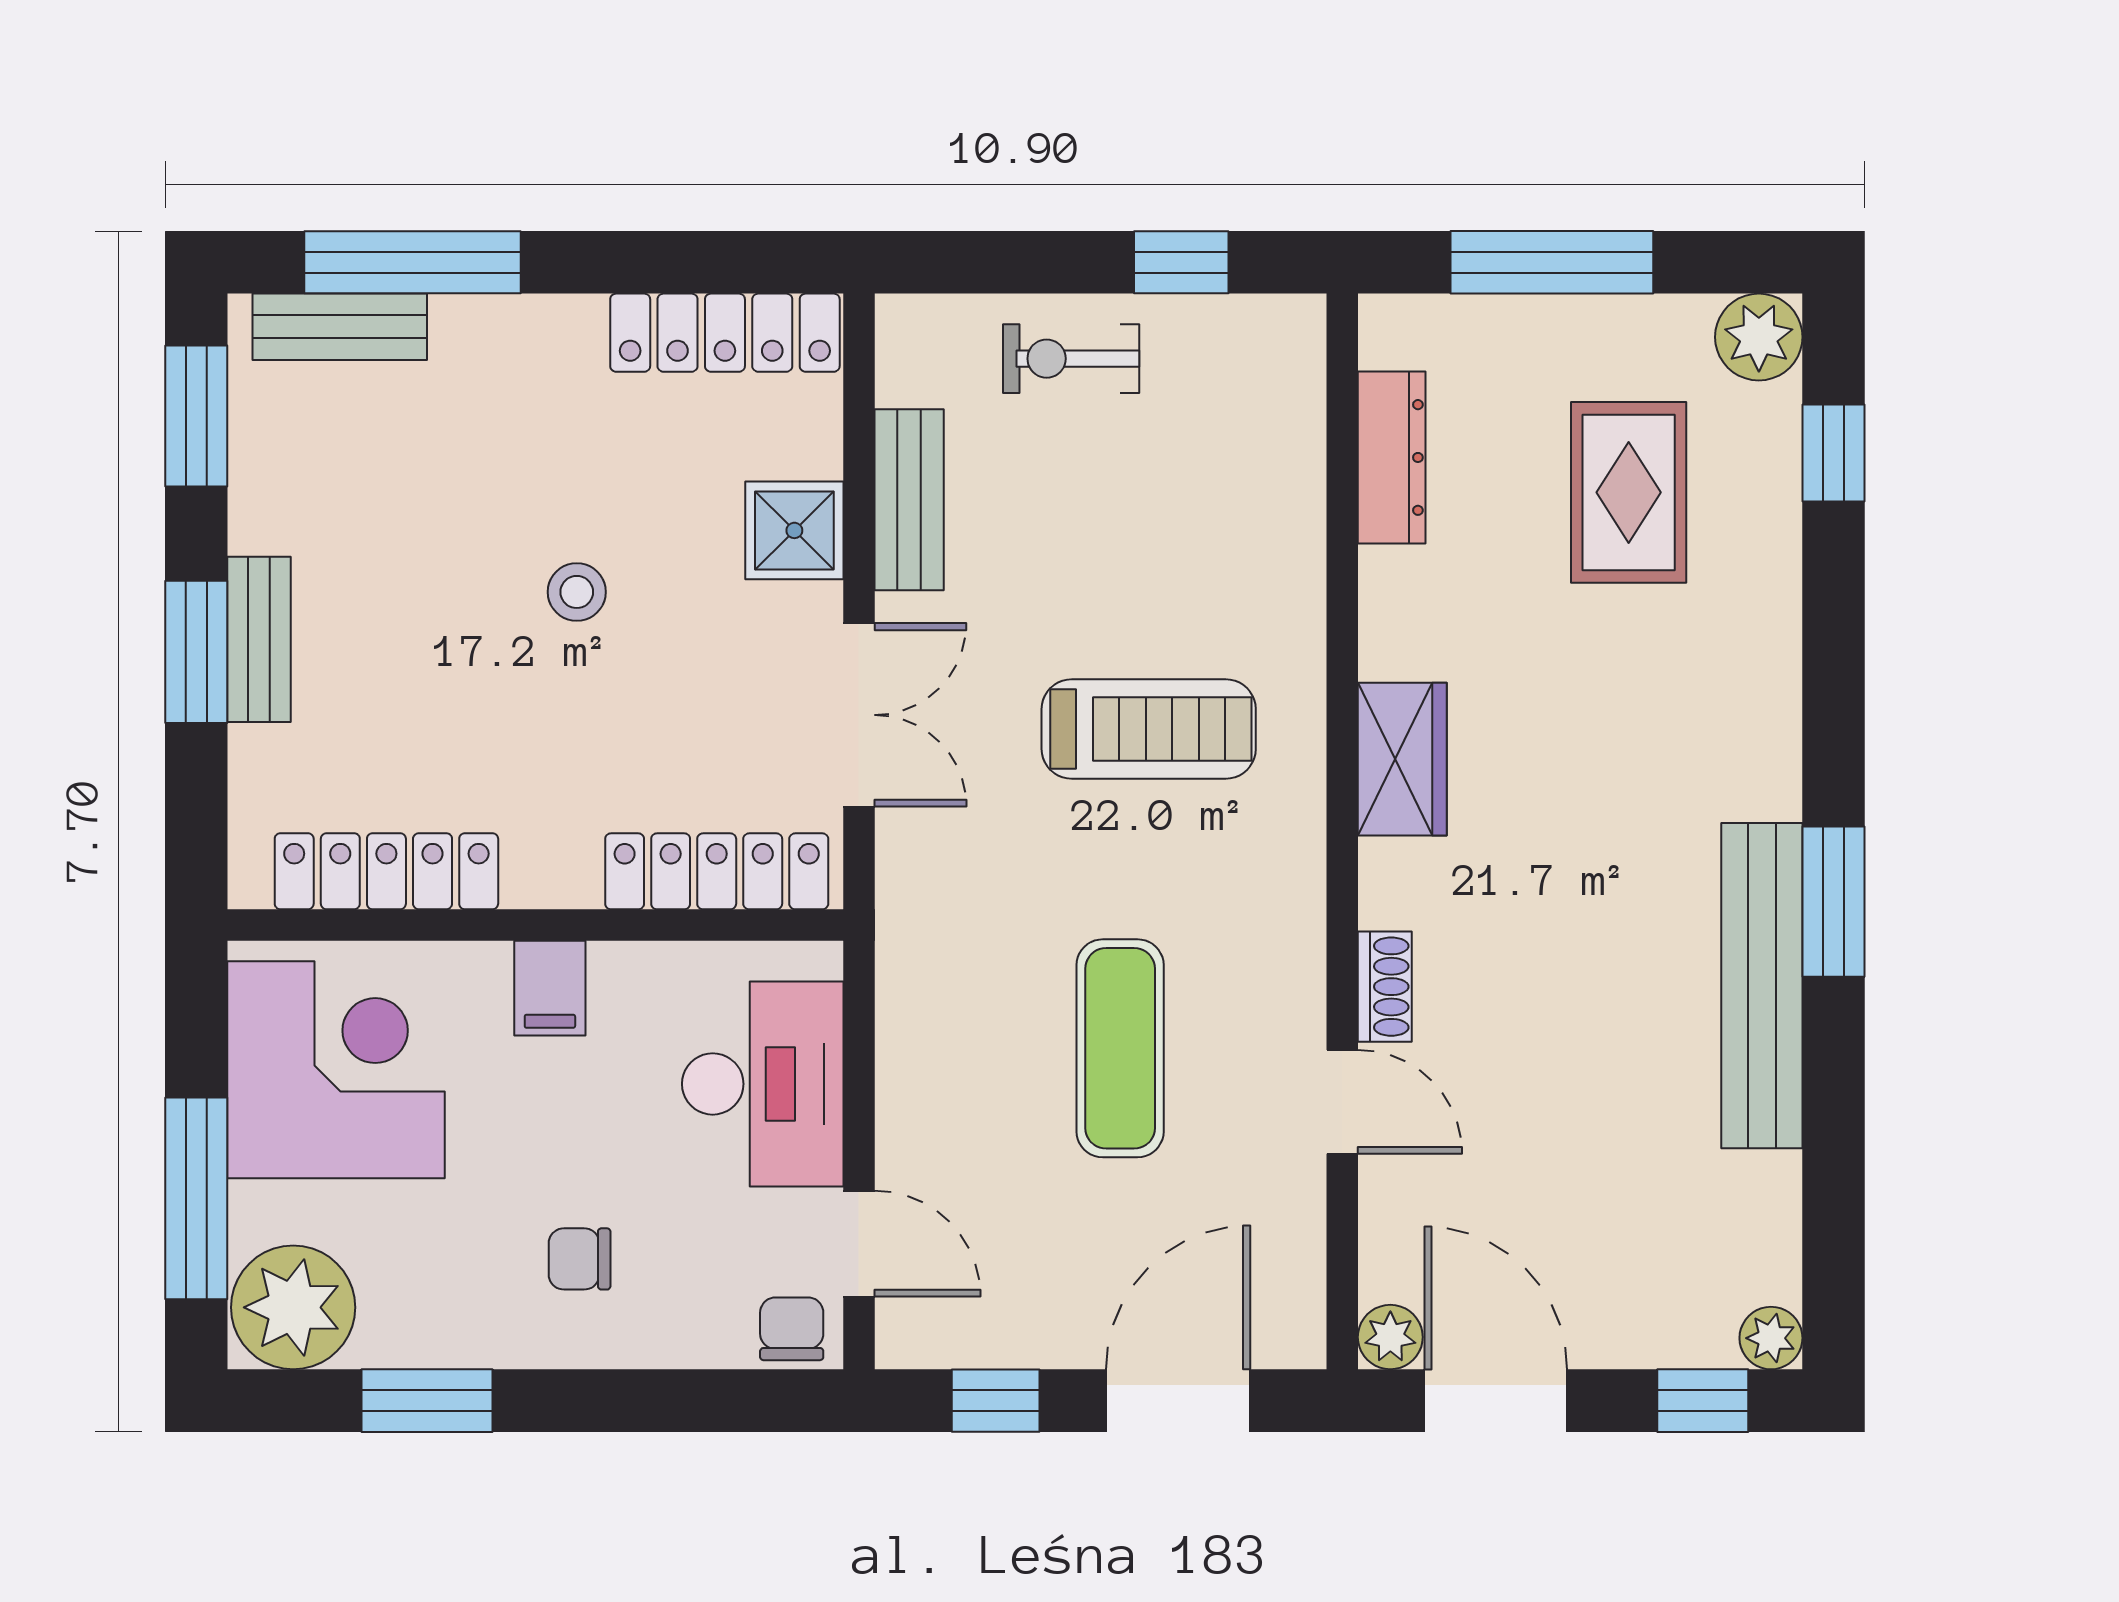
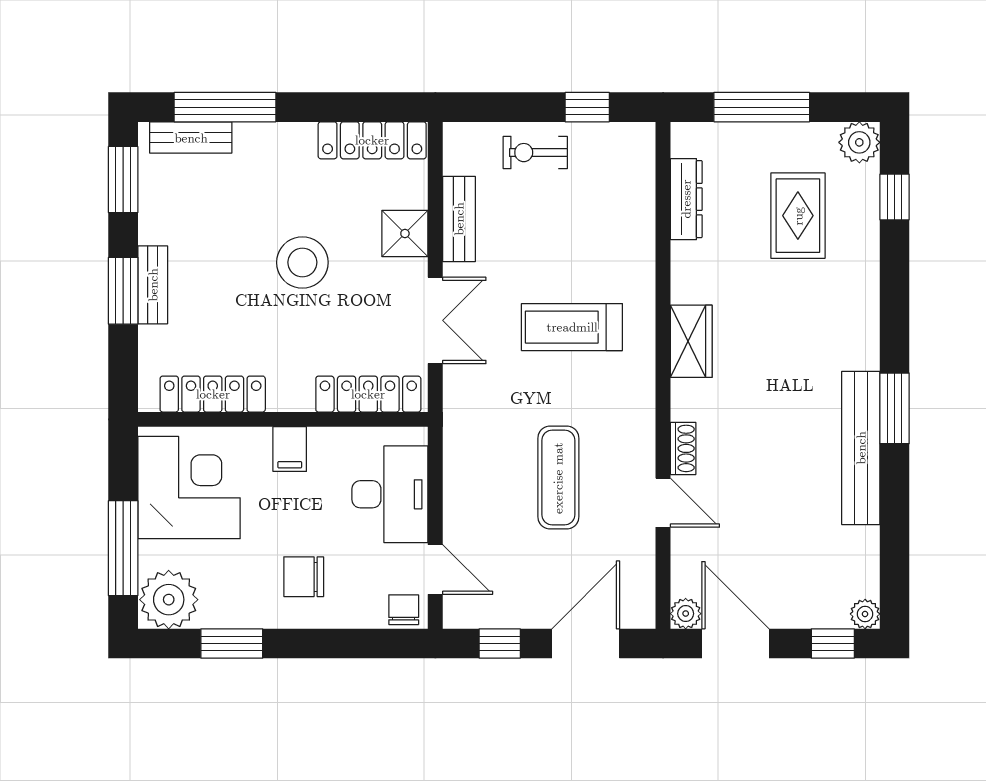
stool: (577, 592) -> (302, 262), width x1.89, depth x1.89
treadmill: (1149, 729) -> (572, 327), turned 180
chair: (580, 1259) -> (304, 577), width x1.37, depth x1.37

